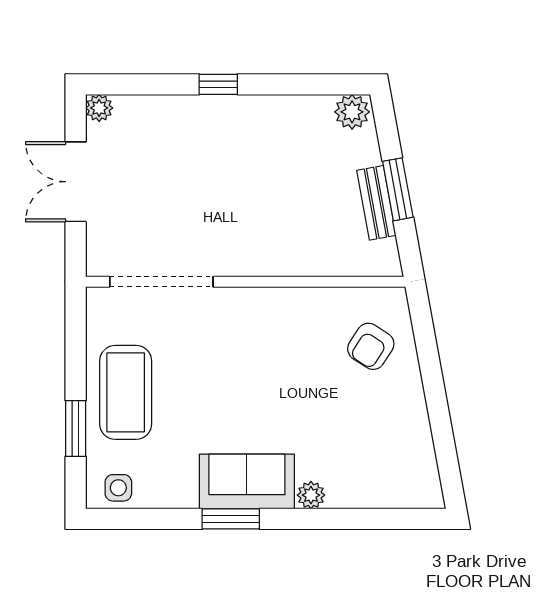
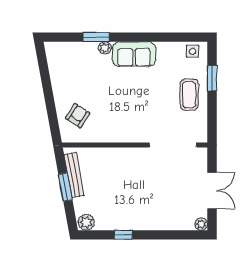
window: (218, 84) -> (123, 235), moved
bench: (376, 203) -> (74, 175), width x1.36
coffee table: (126, 392) -> (189, 95), width x0.73, depth x0.76
window: (231, 519) -> (96, 37), moved

